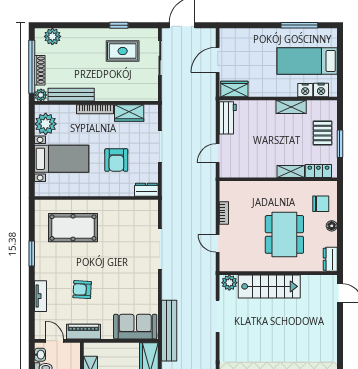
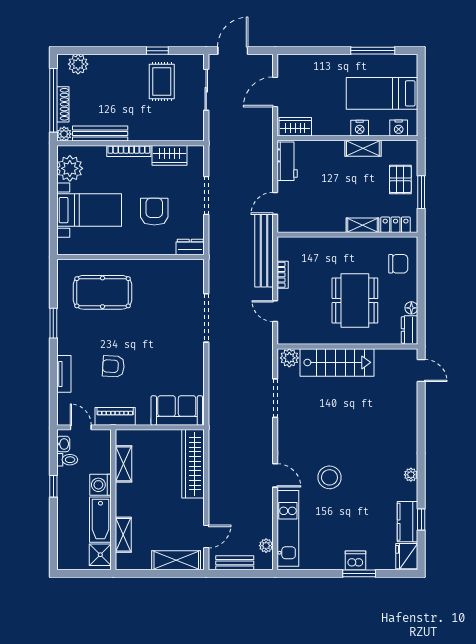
rug: (123, 51) -> (162, 82), turned 90
nightstand: (305, 90) -> (360, 128), moved
armchair: (116, 160) -> (154, 212), turned 180
floor lamp: (332, 226) -> (411, 308), moved
bench: (169, 331) -> (264, 251), moved

